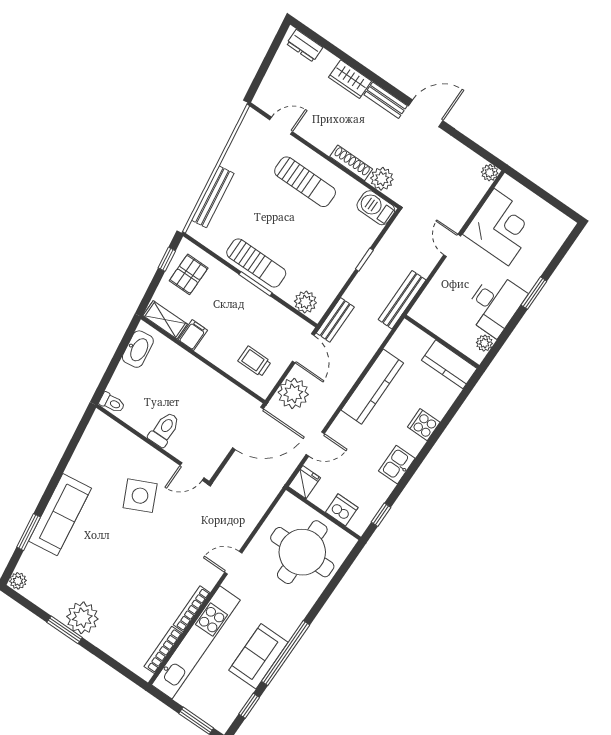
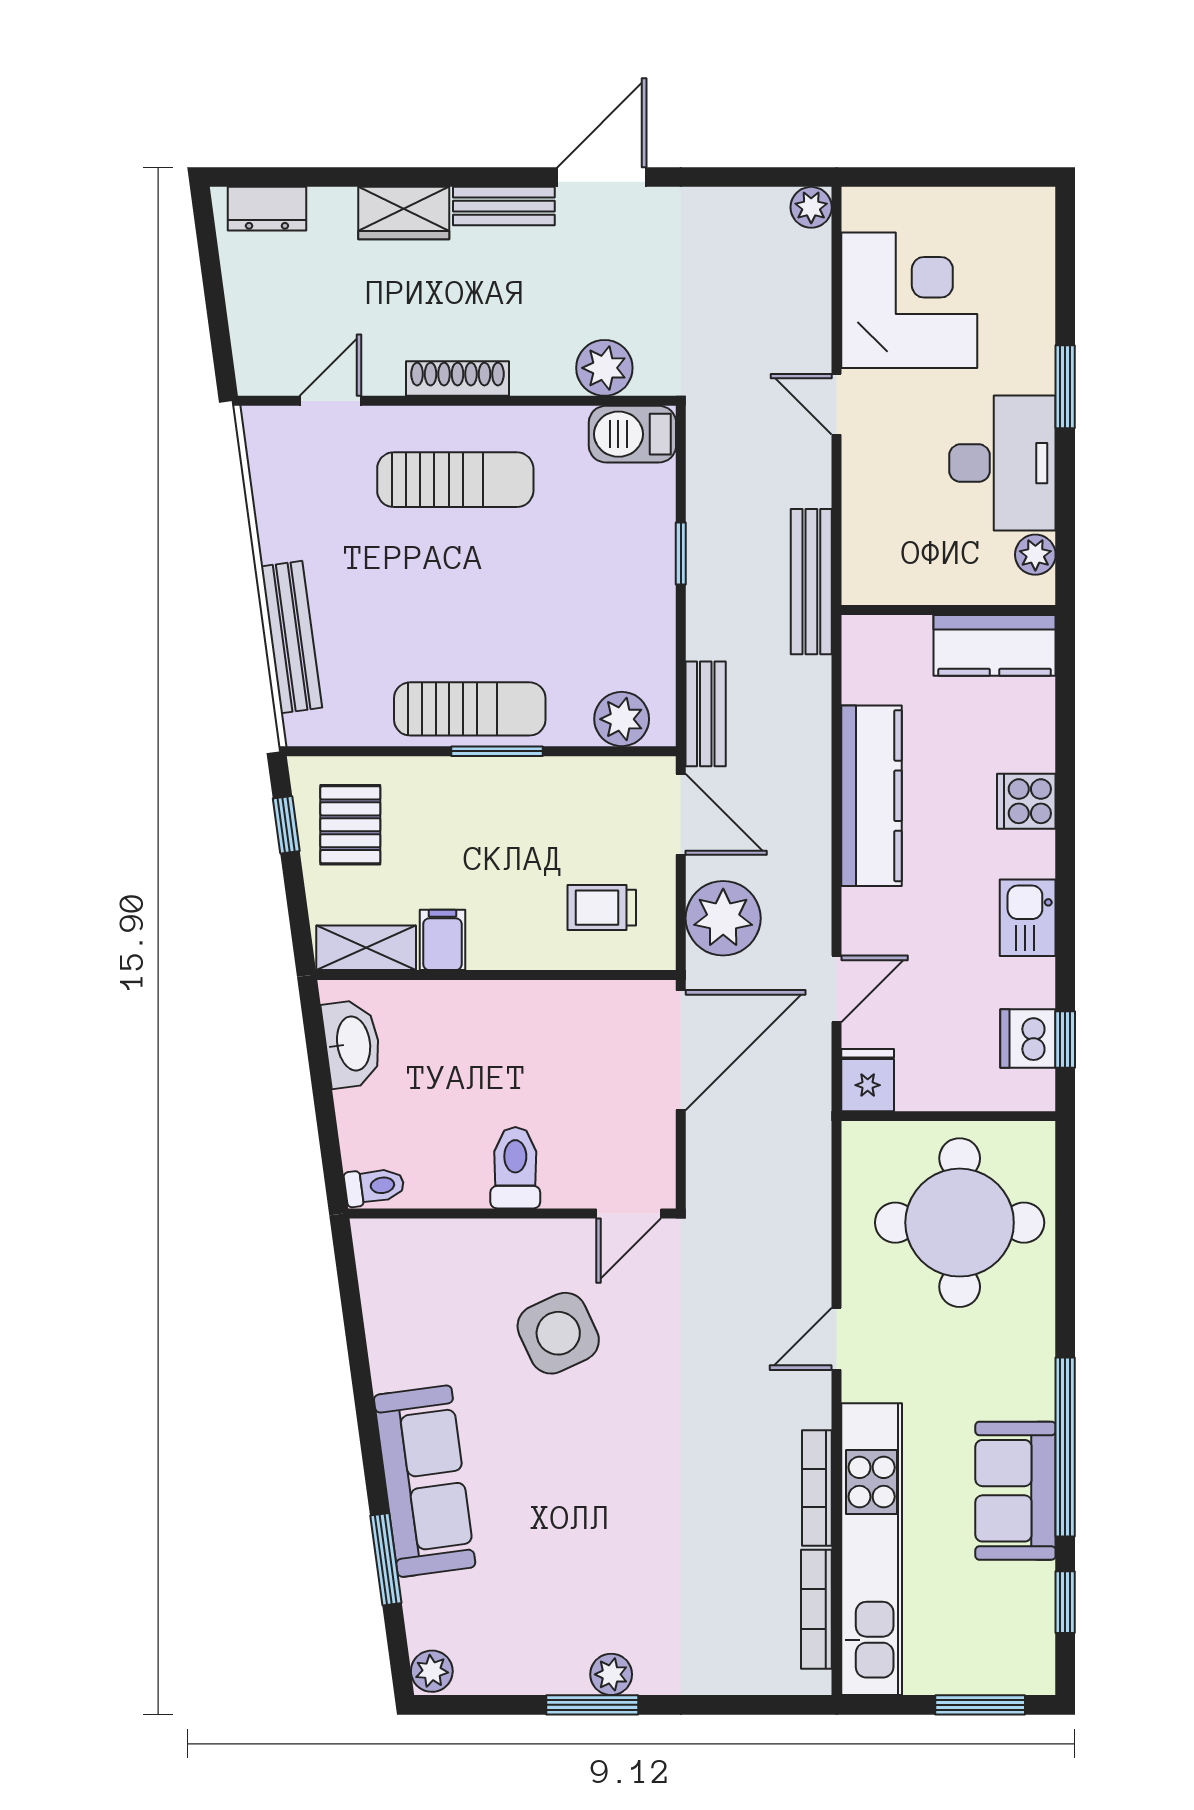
shoe rack: (351, 163) -> (458, 379), moved
dishwasher: (342, 510) -> (1028, 1039), moved, turned -90
plant: (82, 618) -> (611, 1674), width x0.53, depth x0.53

